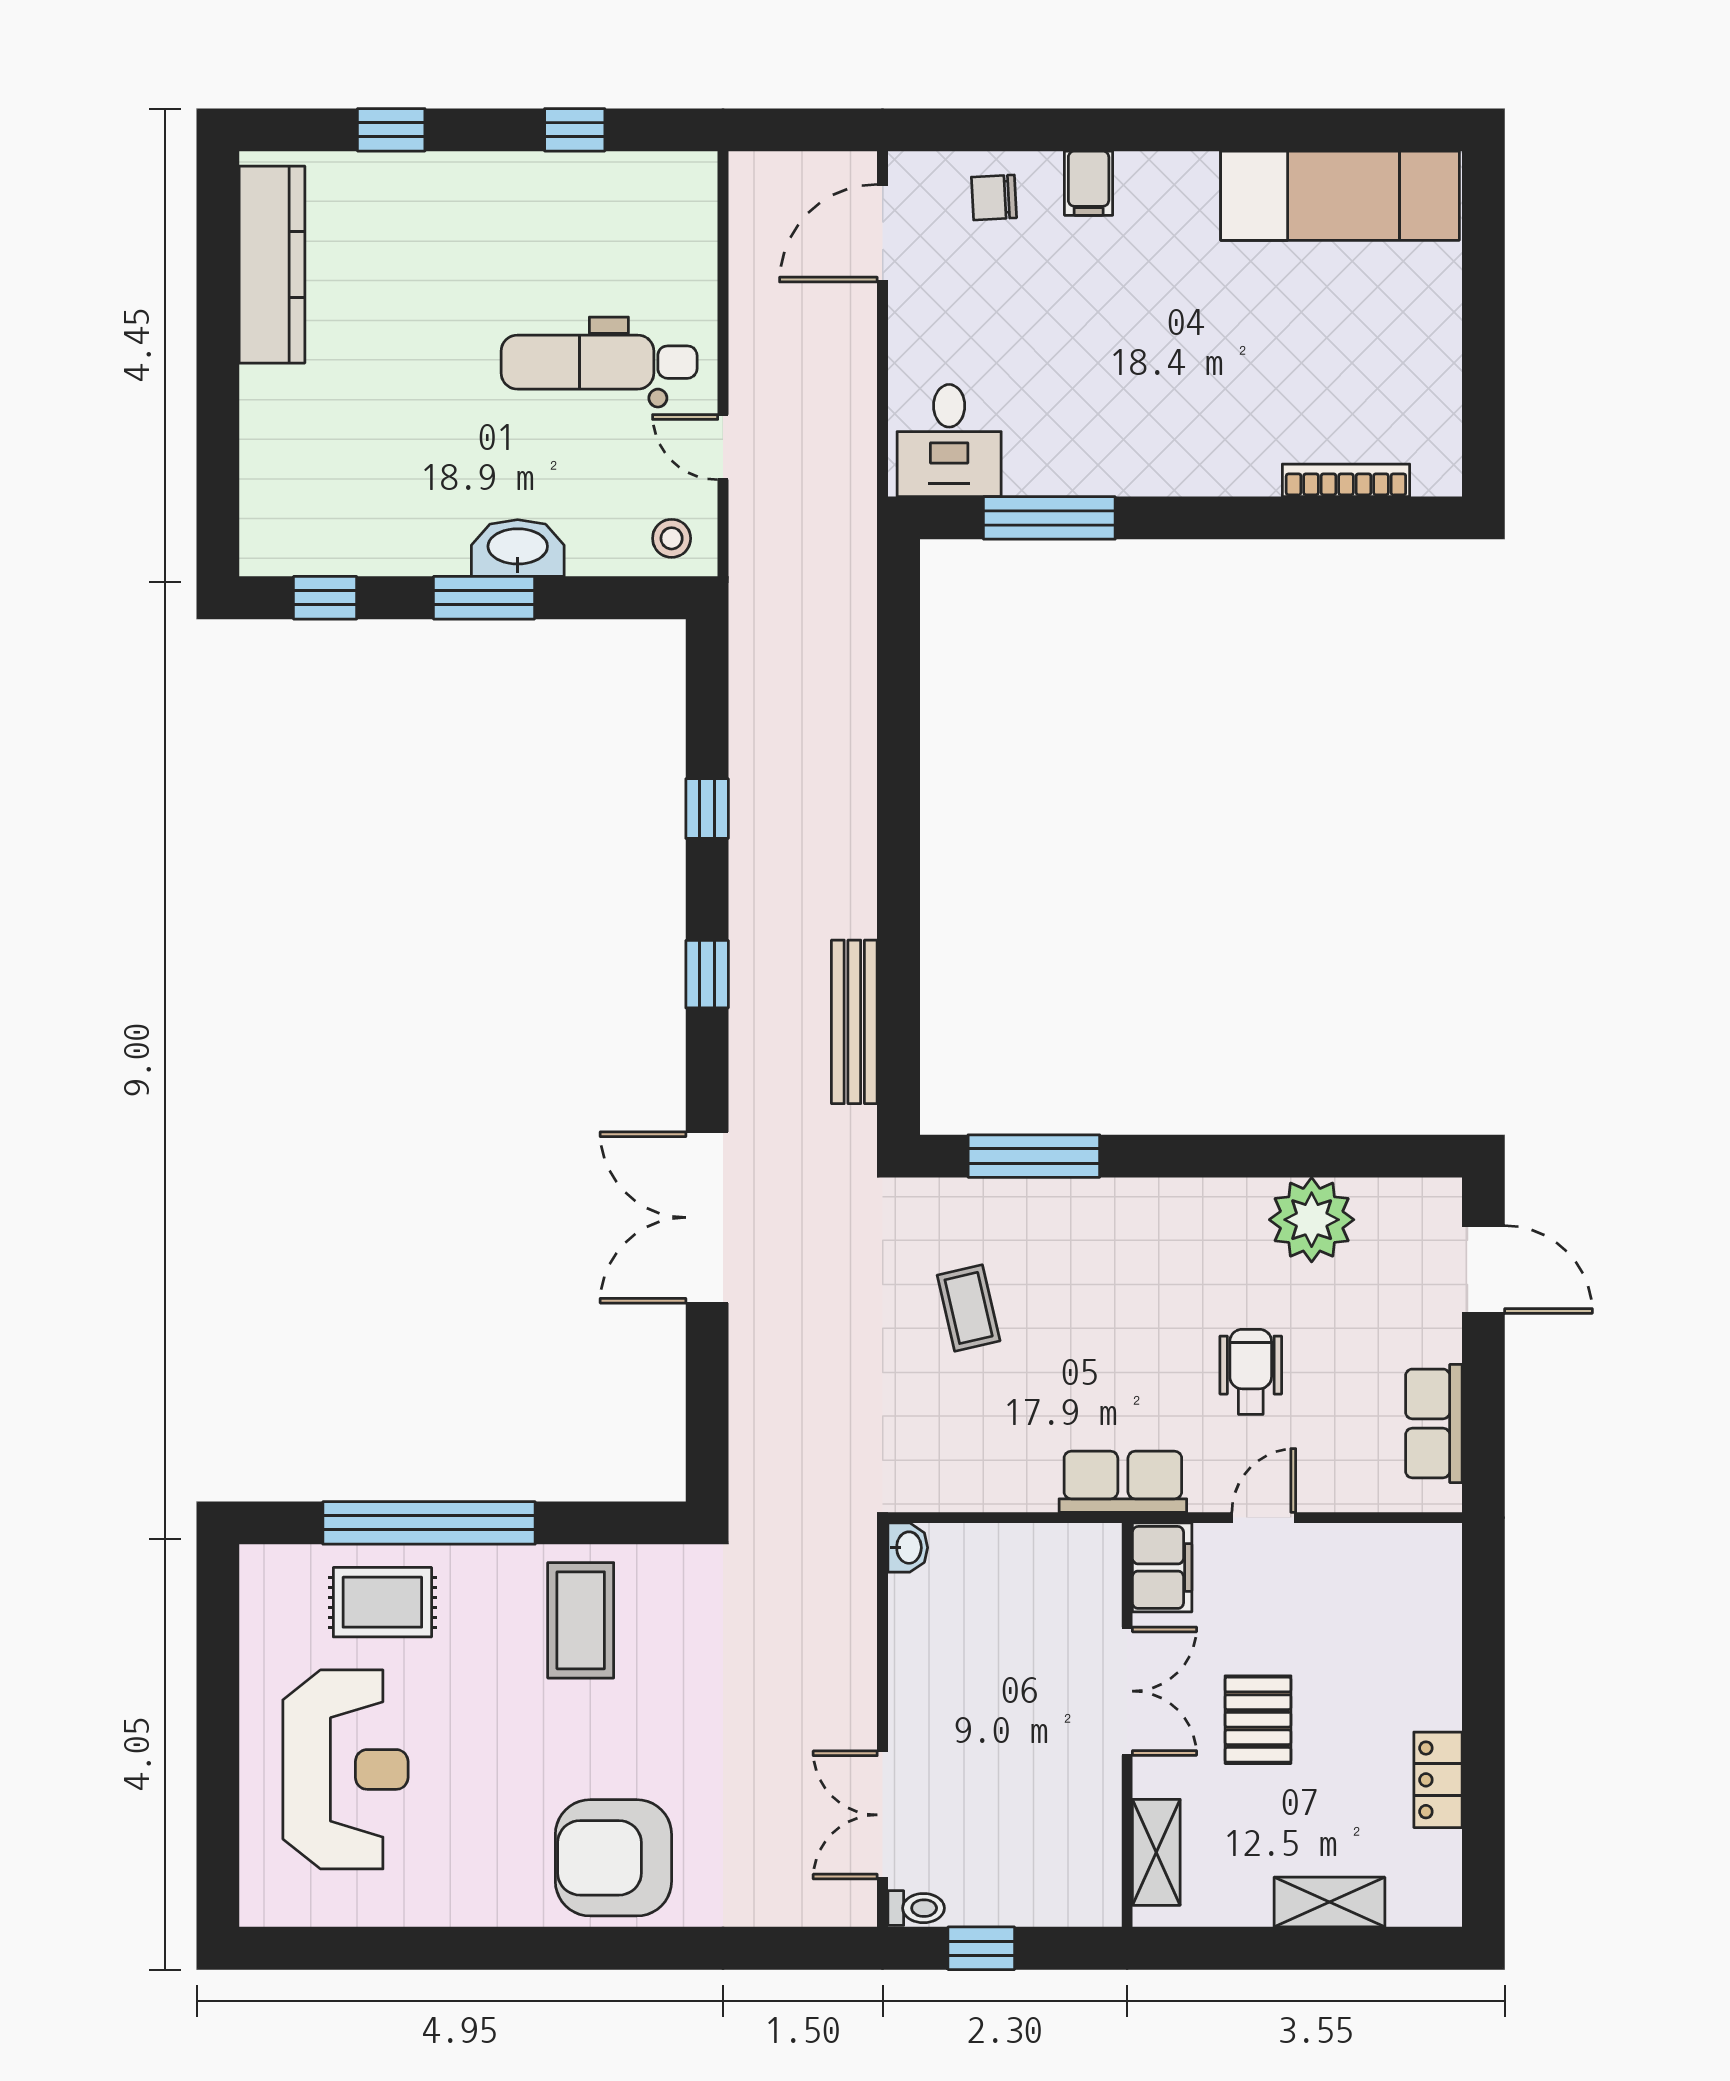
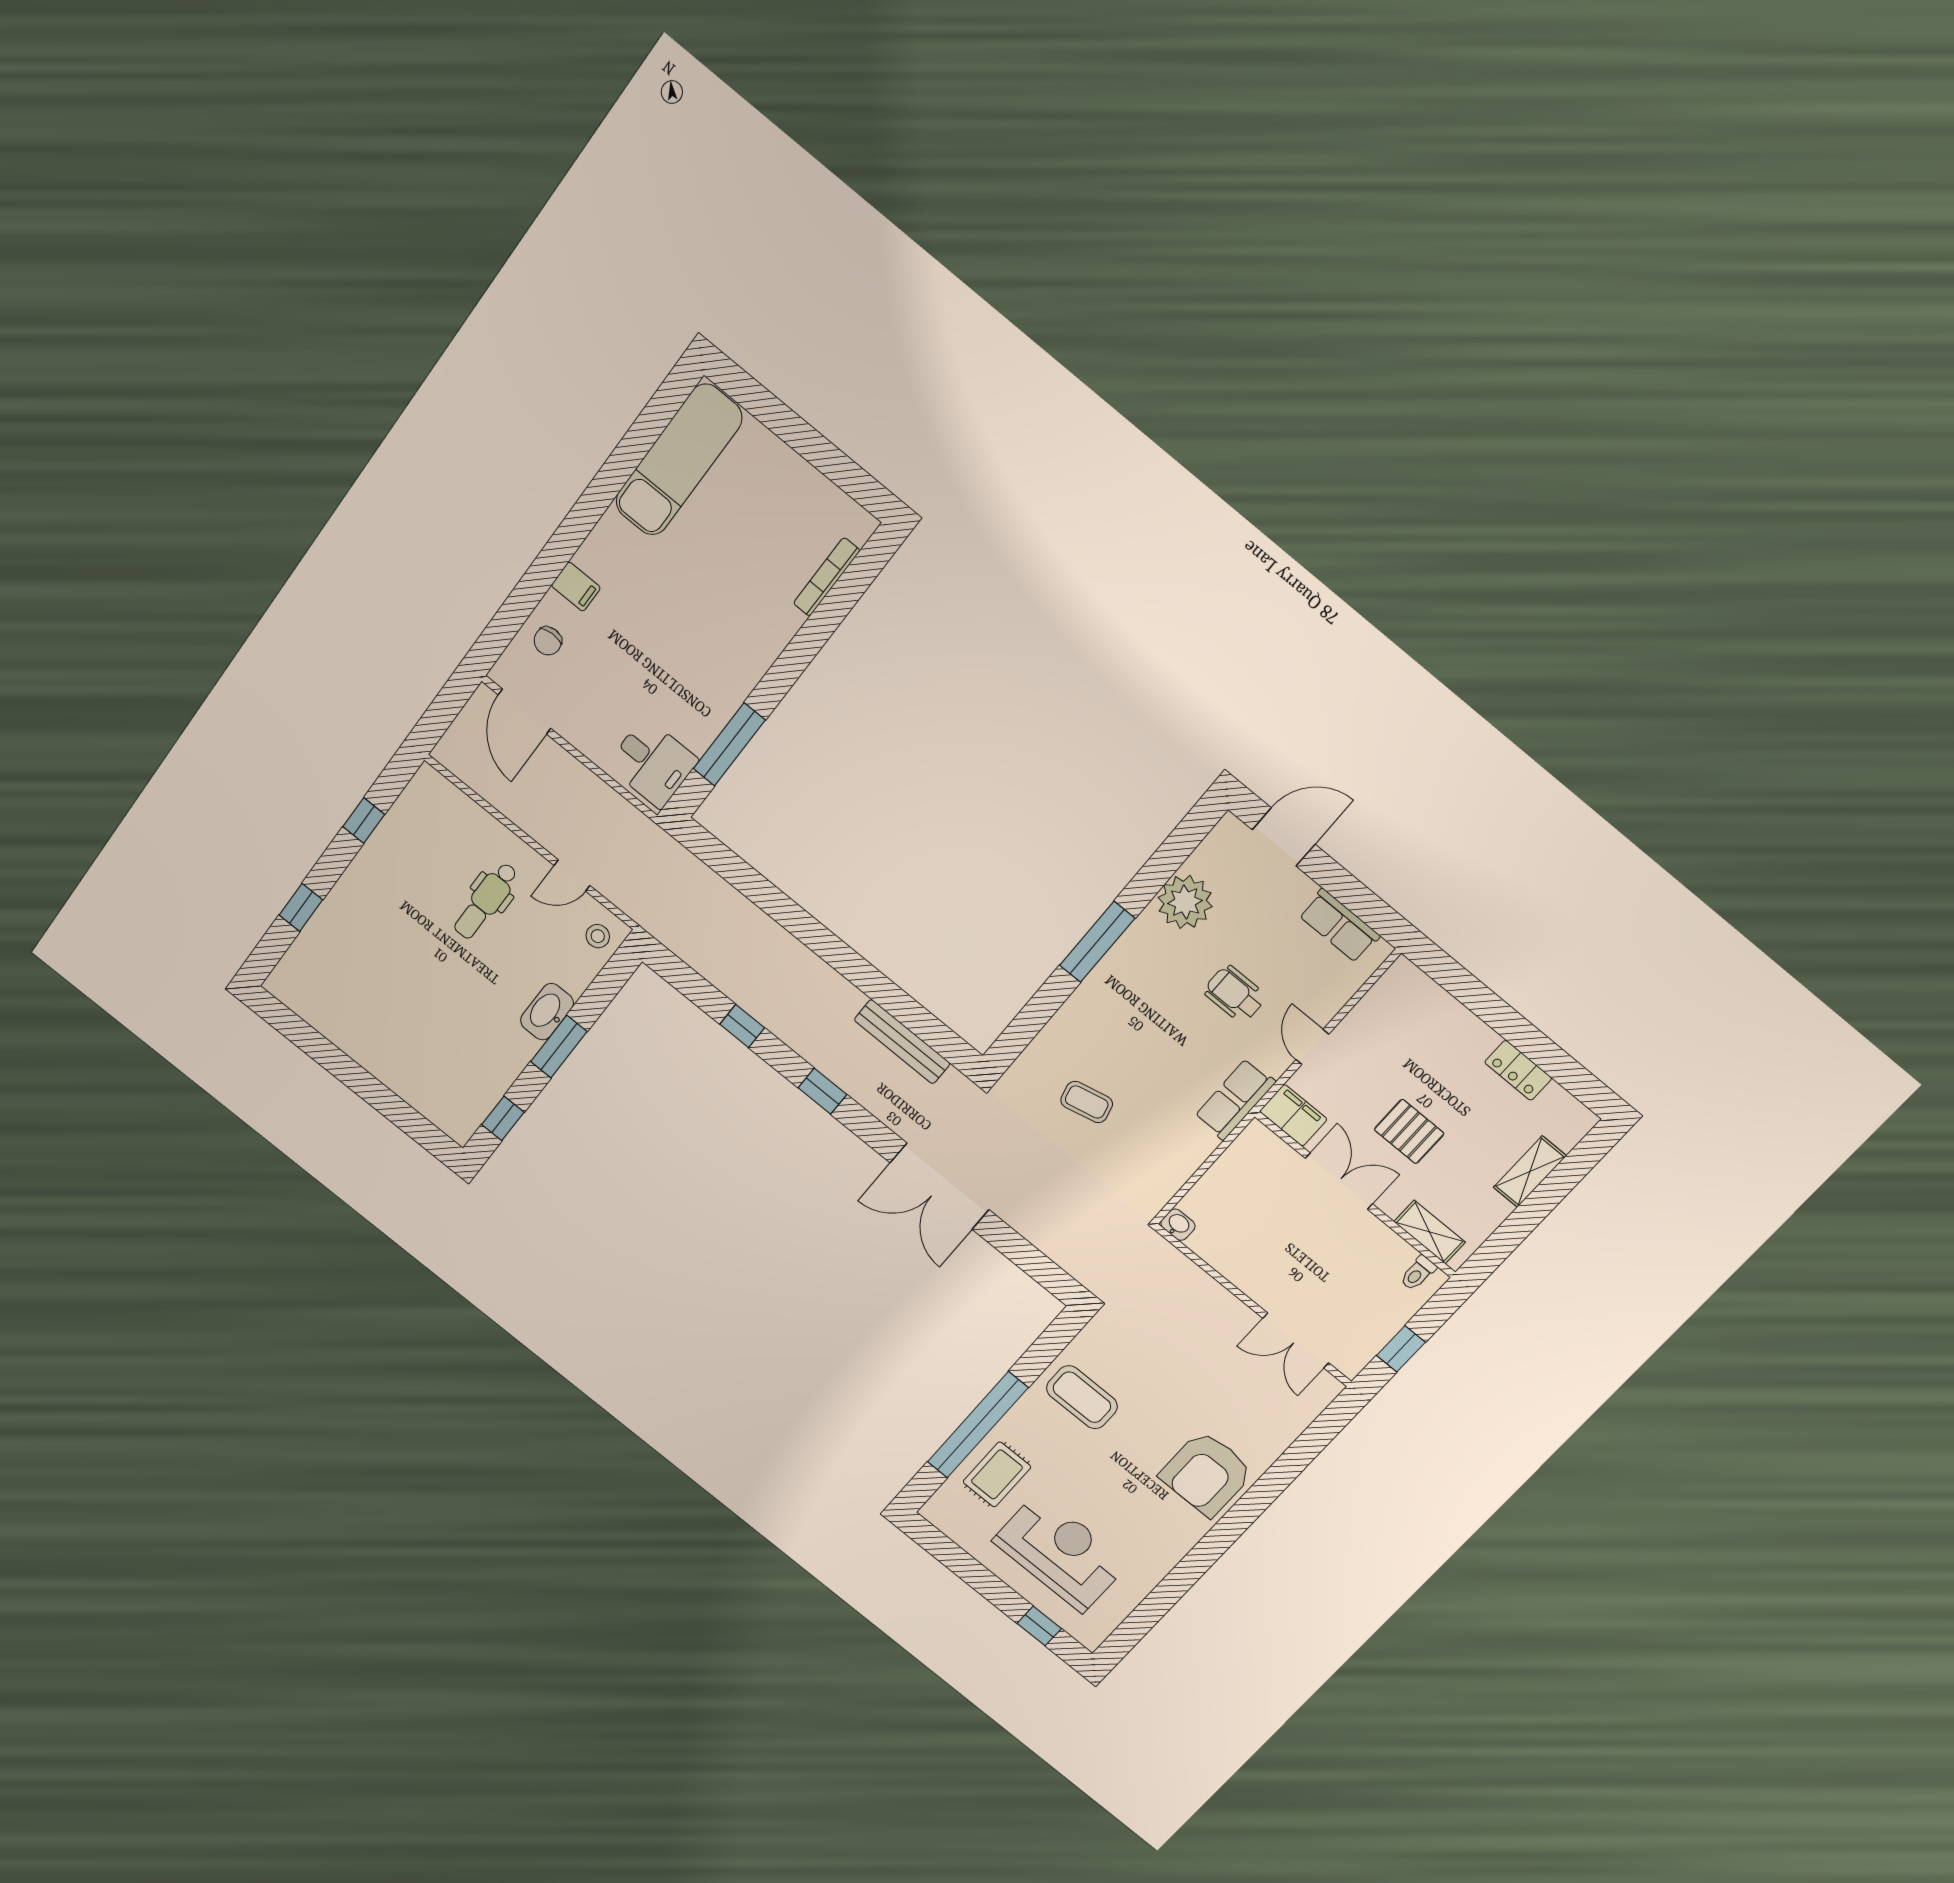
kitchen counter: (272, 265) -> (326, 1015), removed
dental chair: (599, 362) -> (486, 901), width x0.73, depth x0.72
window: (1034, 1156) -> (1097, 942), moved
window: (218, 1829) -> (1039, 1626), added
toilet: (916, 1908) -> (1418, 1273), moved, turned 180

